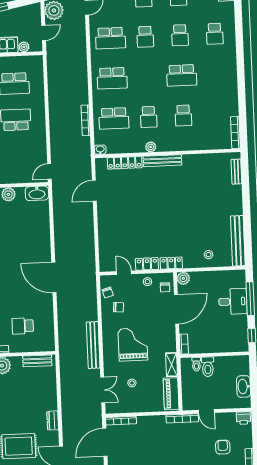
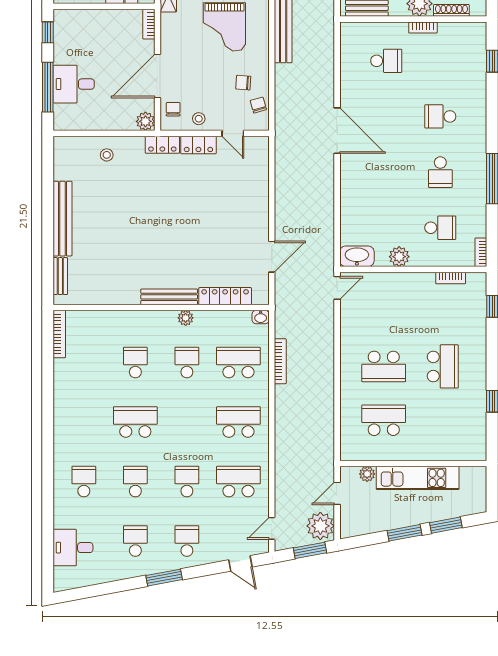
bench: (238, 241) -> (63, 219), moved

